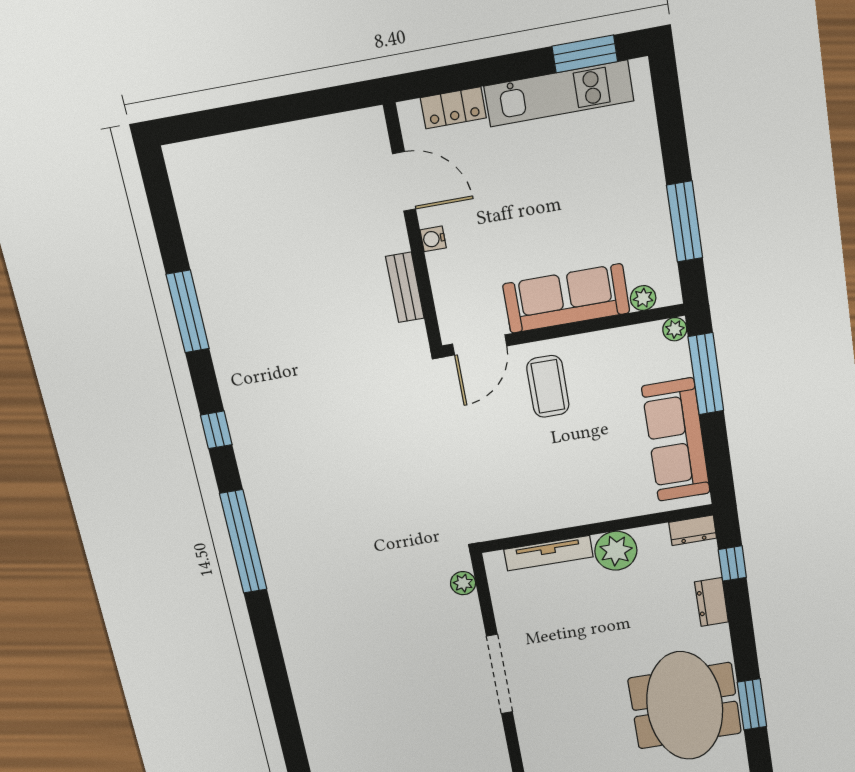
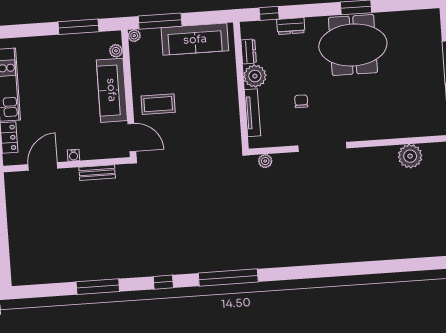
dresser: (693, 530) -> (249, 51), moved
chair: (577, 632) -> (301, 101), added

